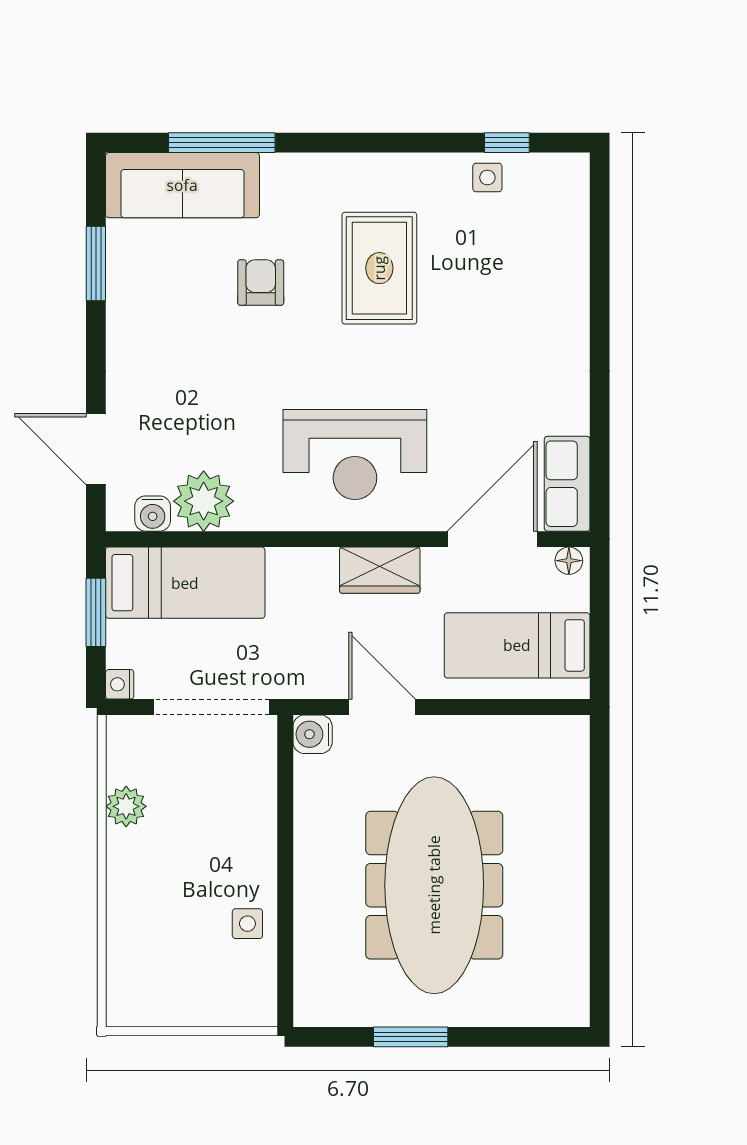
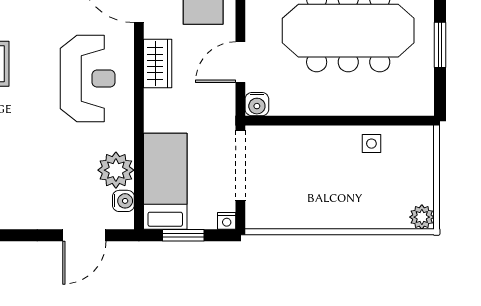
plant: (126, 806) -> (422, 217), moved

